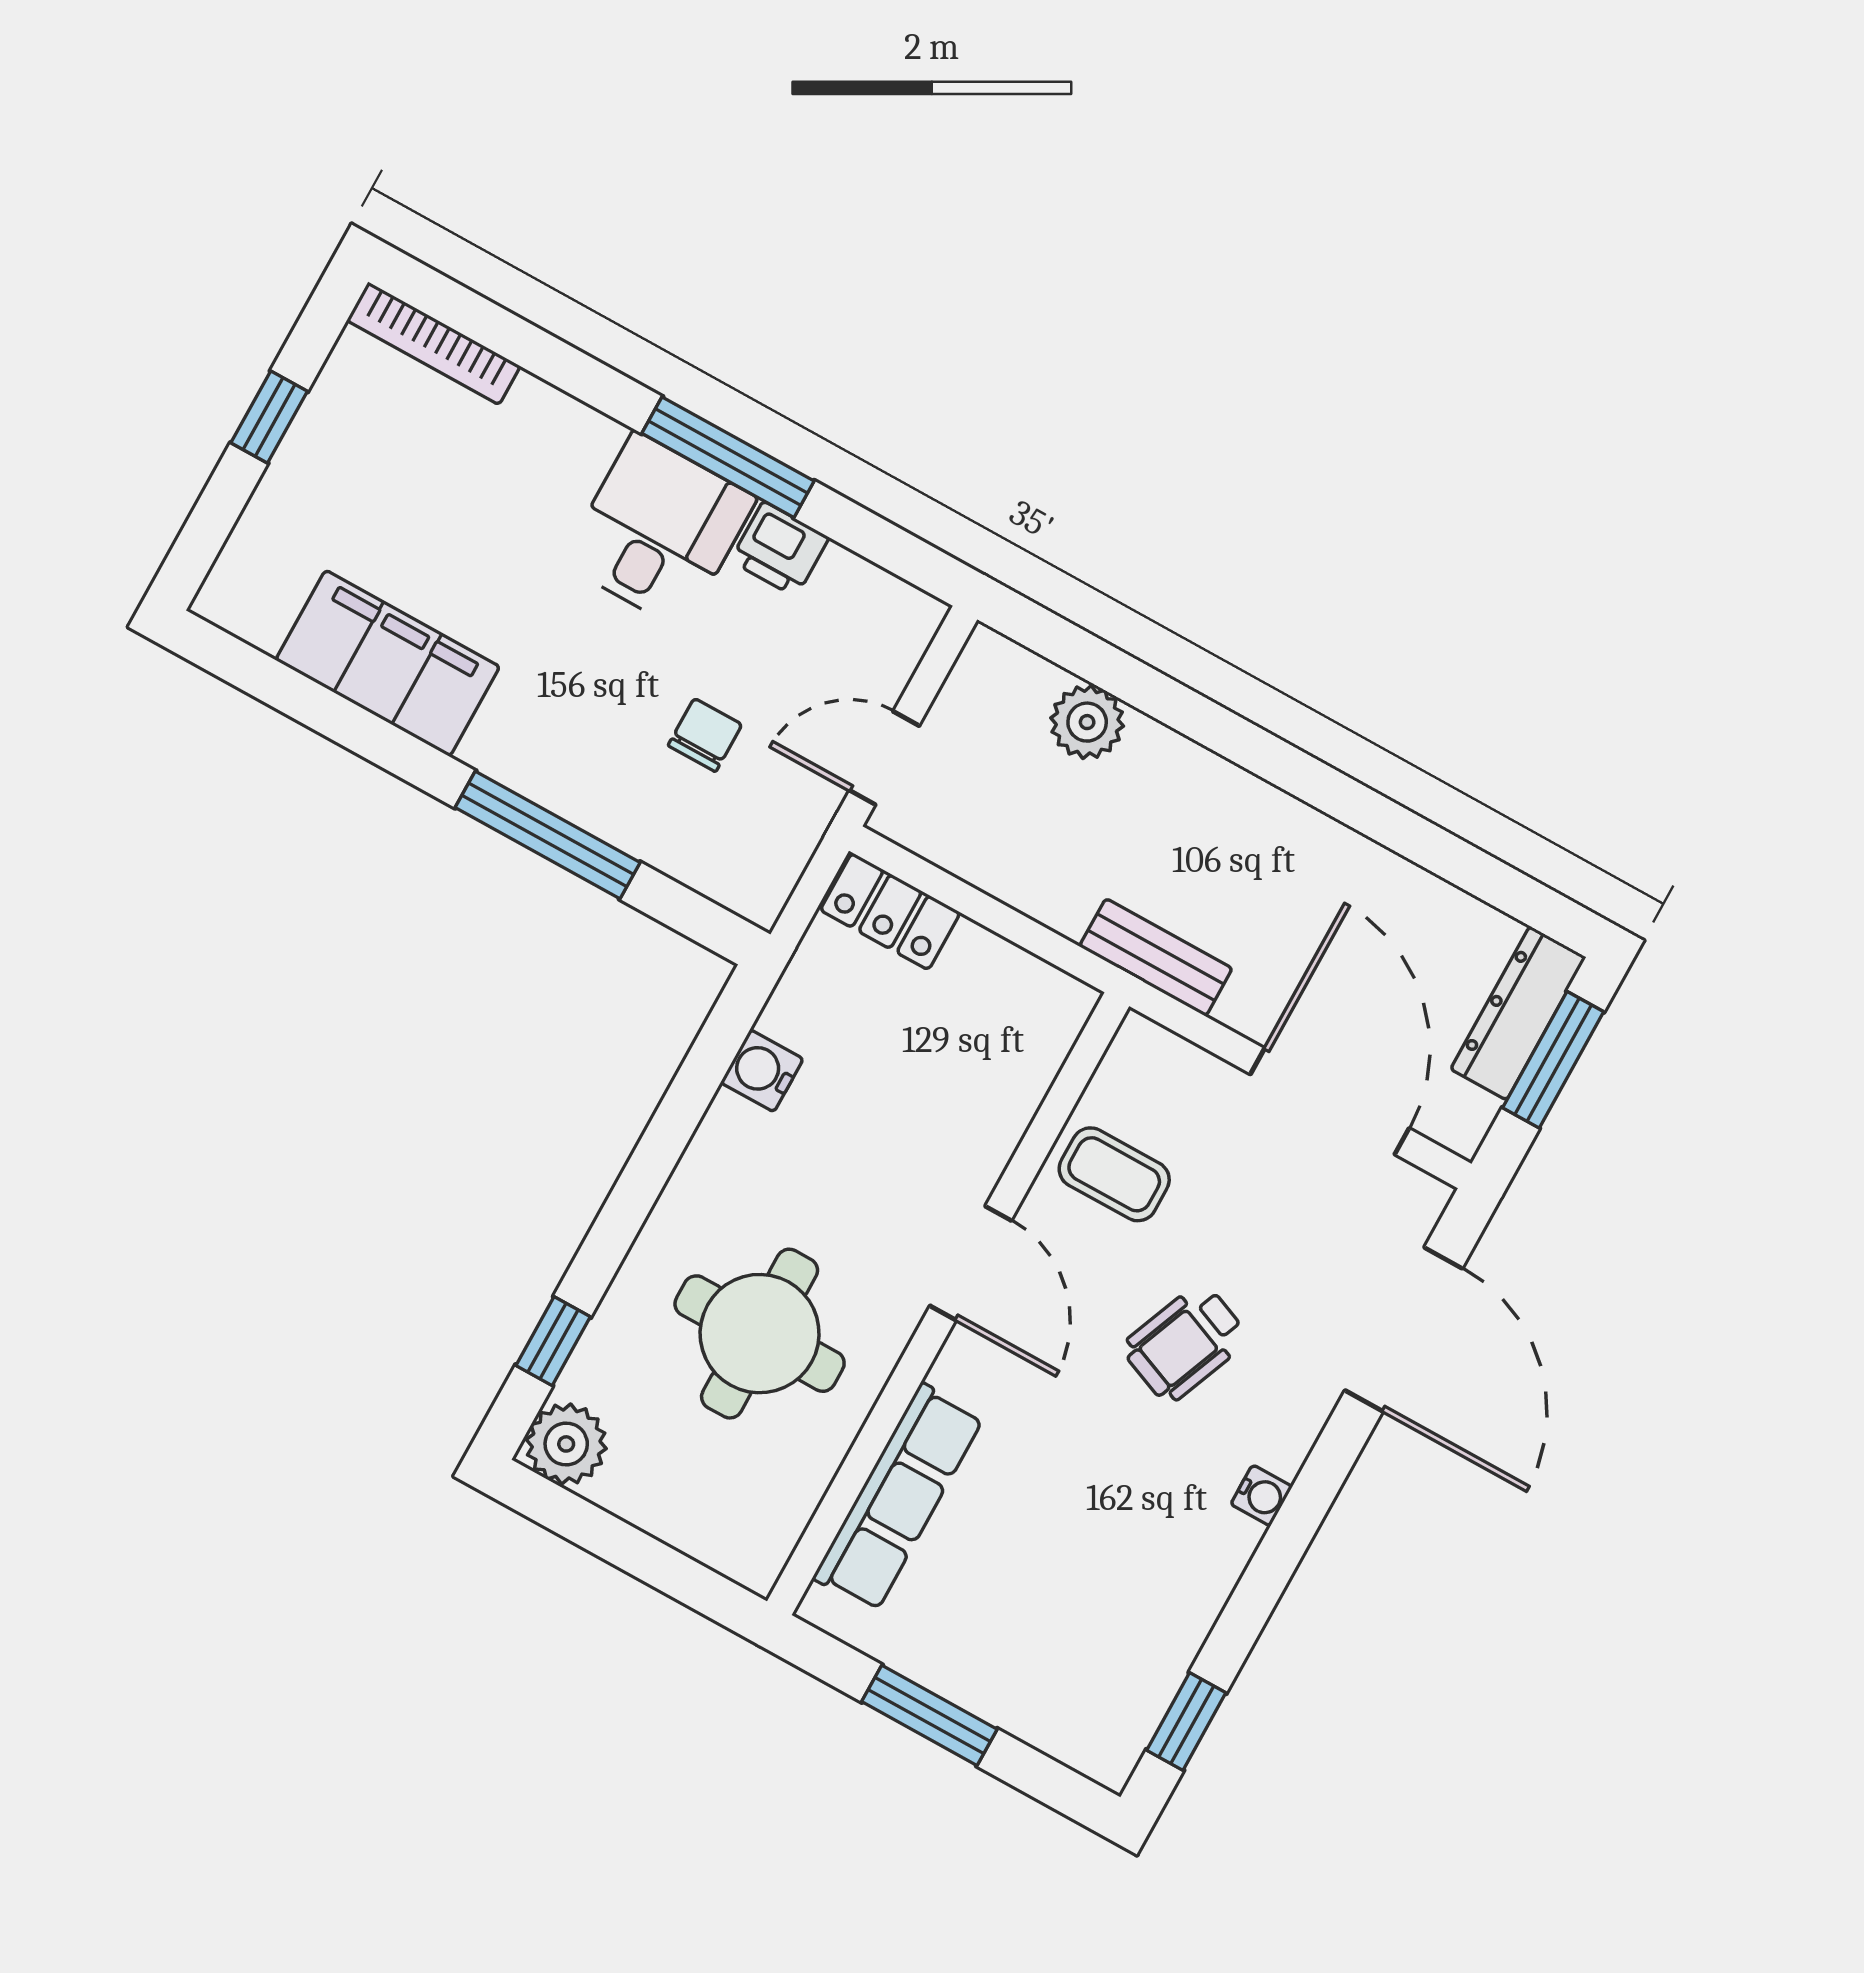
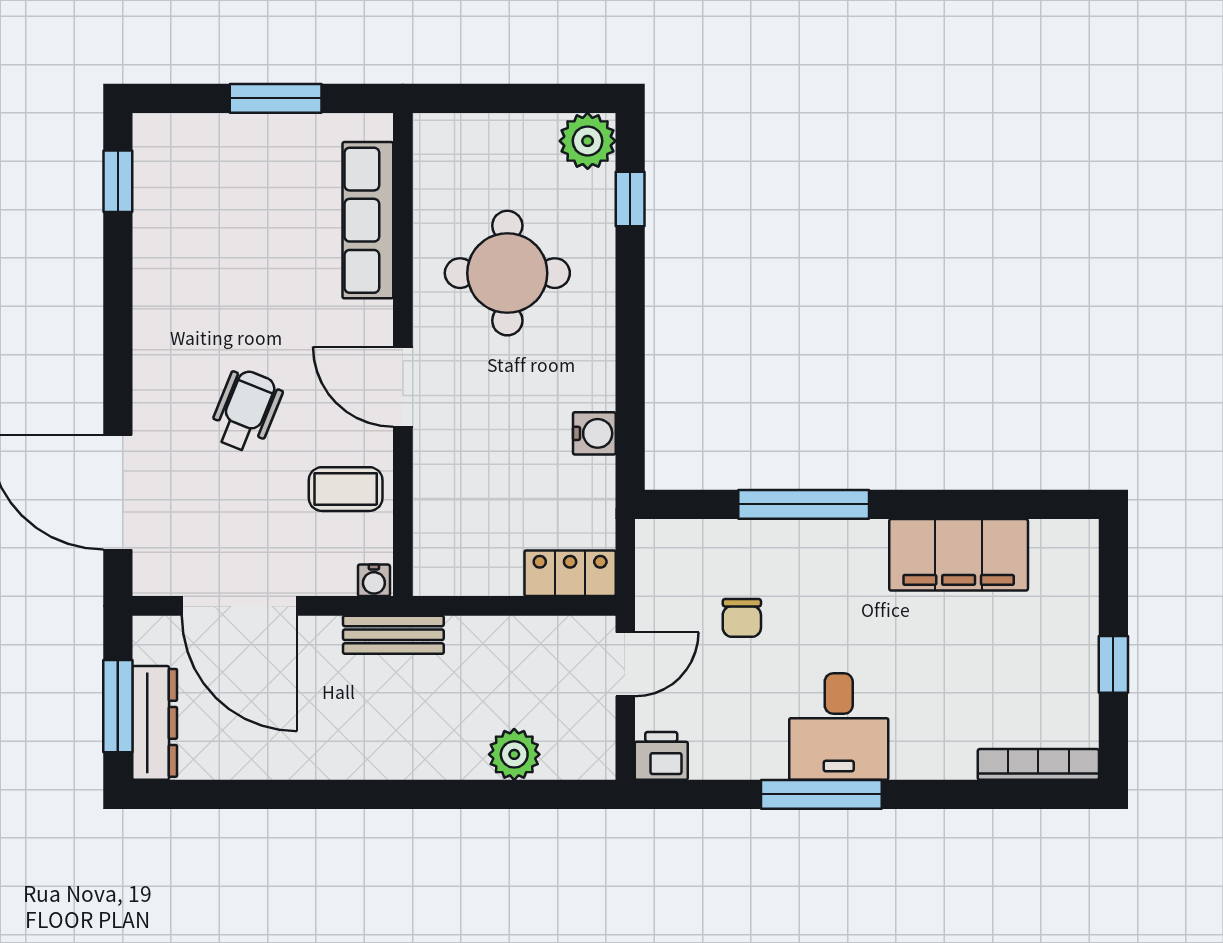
printer: (780, 549) -> (661, 756), moved
water cooler: (1262, 1495) -> (374, 580), moved, turned -90

